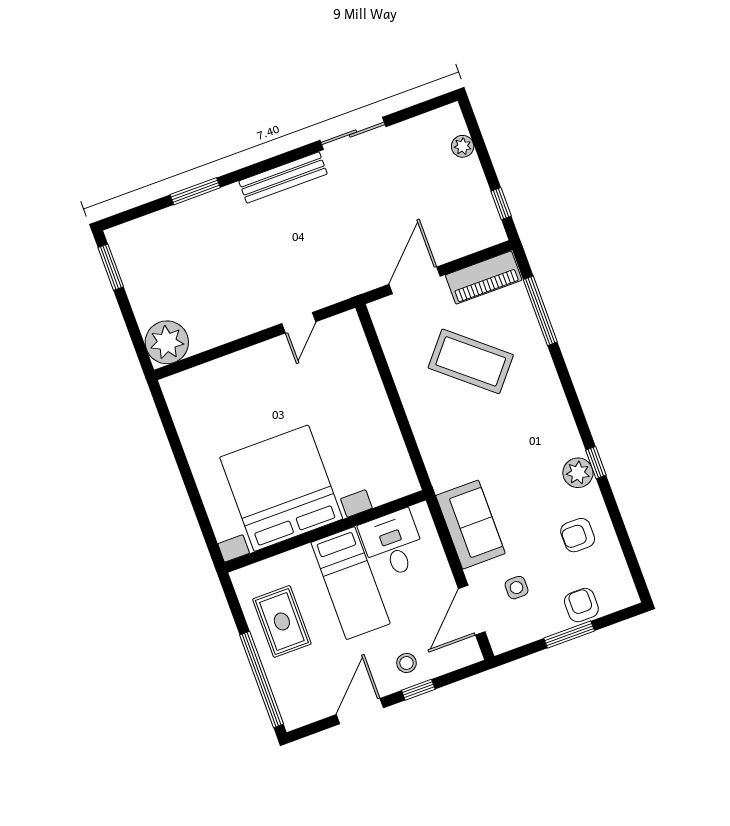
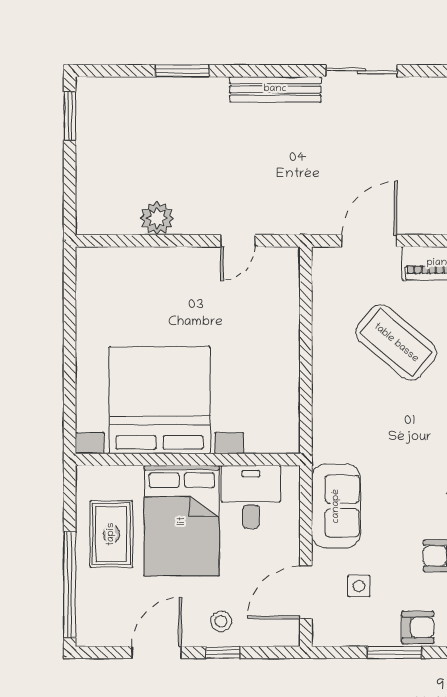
plant: (167, 342) -> (157, 218), moved, width x0.73, depth x0.73
bed: (351, 583) -> (182, 521), width x1.50
armchair: (581, 605) -> (418, 627), turned 90

